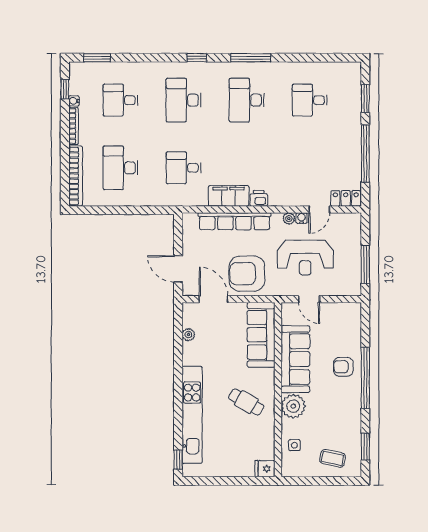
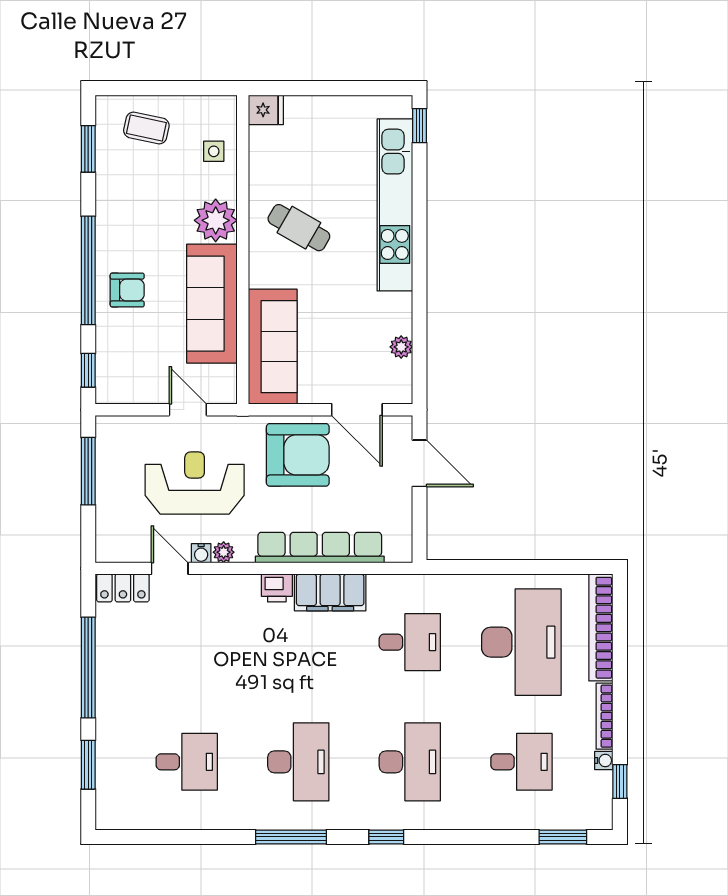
desk: (120, 168) -> (521, 642), width x1.36, depth x1.30
door: (319, 209) -> (170, 568), hinge flipped
window: (365, 321) -> (88, 370), added

